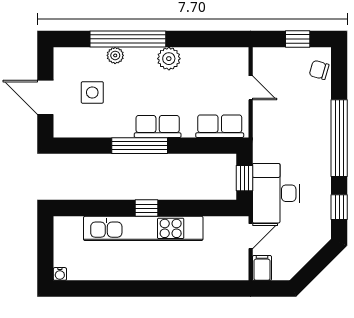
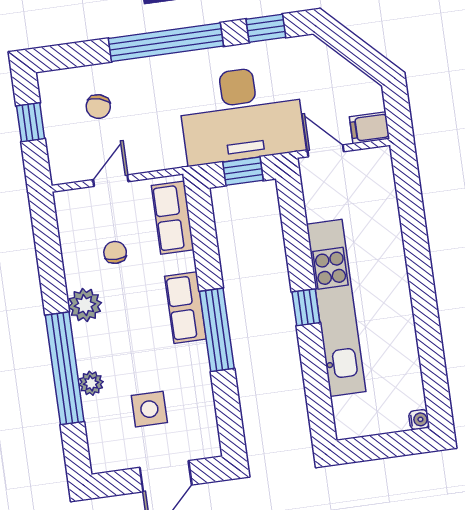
chair: (319, 70) -> (98, 107), moved
chair: (202, 84) -> (115, 252), added
desk: (276, 193) -> (241, 114), width x1.36, depth x1.30

